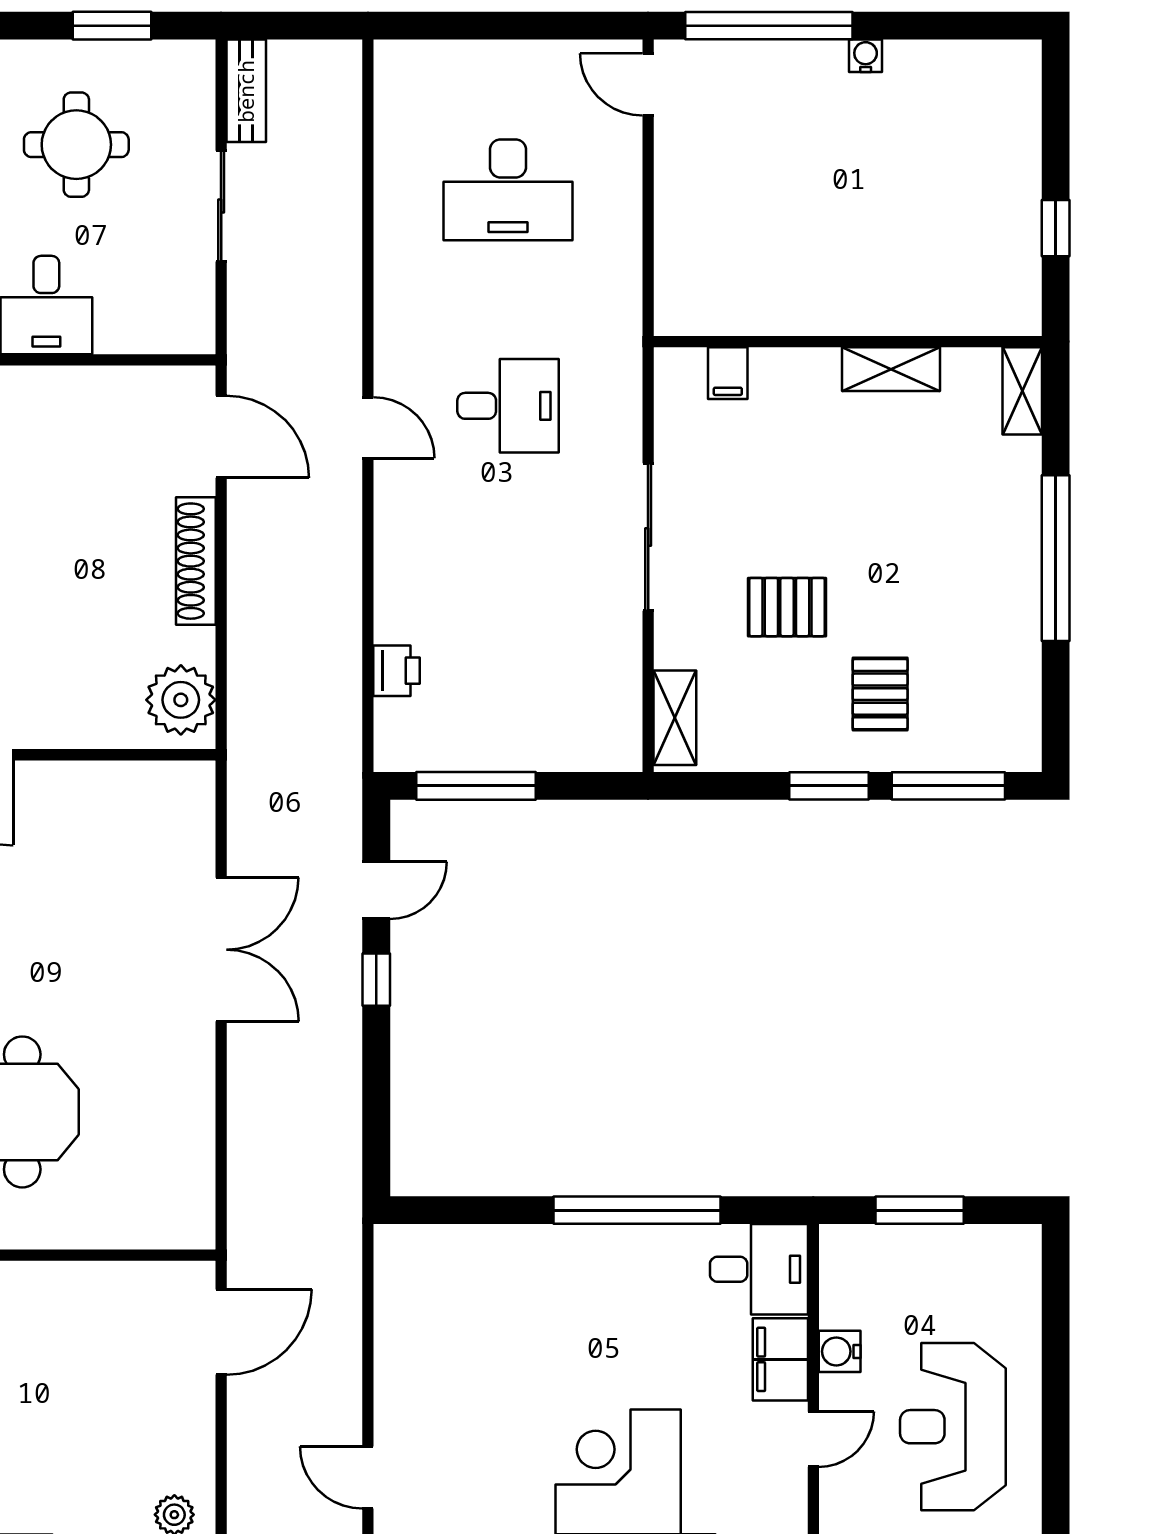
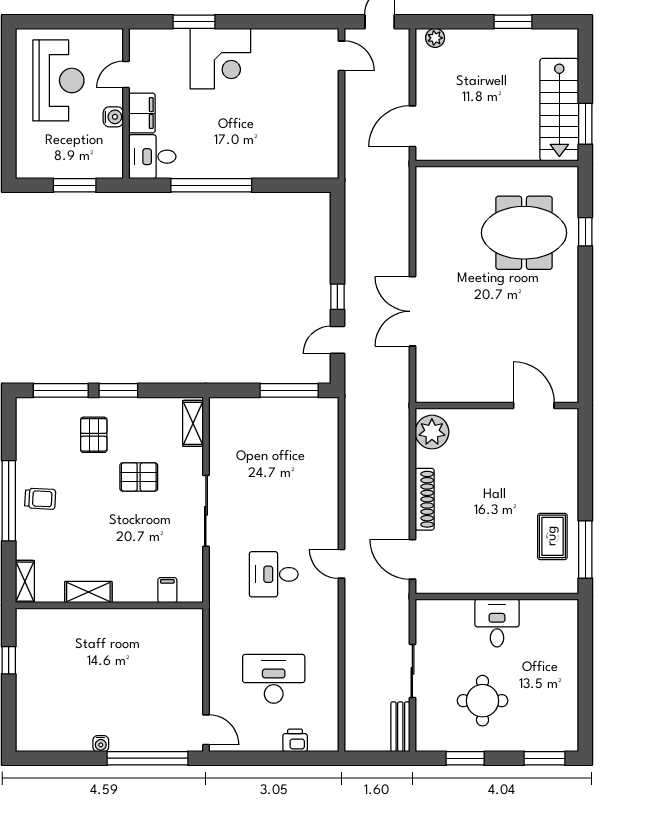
trolley: (991, 562) -> (40, 499), added
printer: (397, 671) -> (295, 740), moved, turned 90

